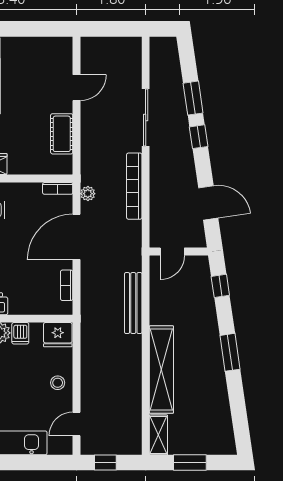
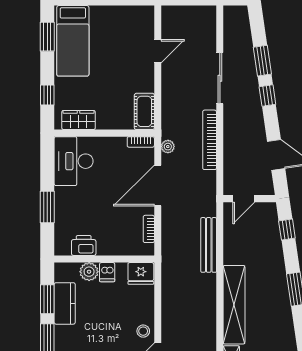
cot: (62, 134) -> (144, 111), moved
stool: (58, 383) -> (143, 331), moved

